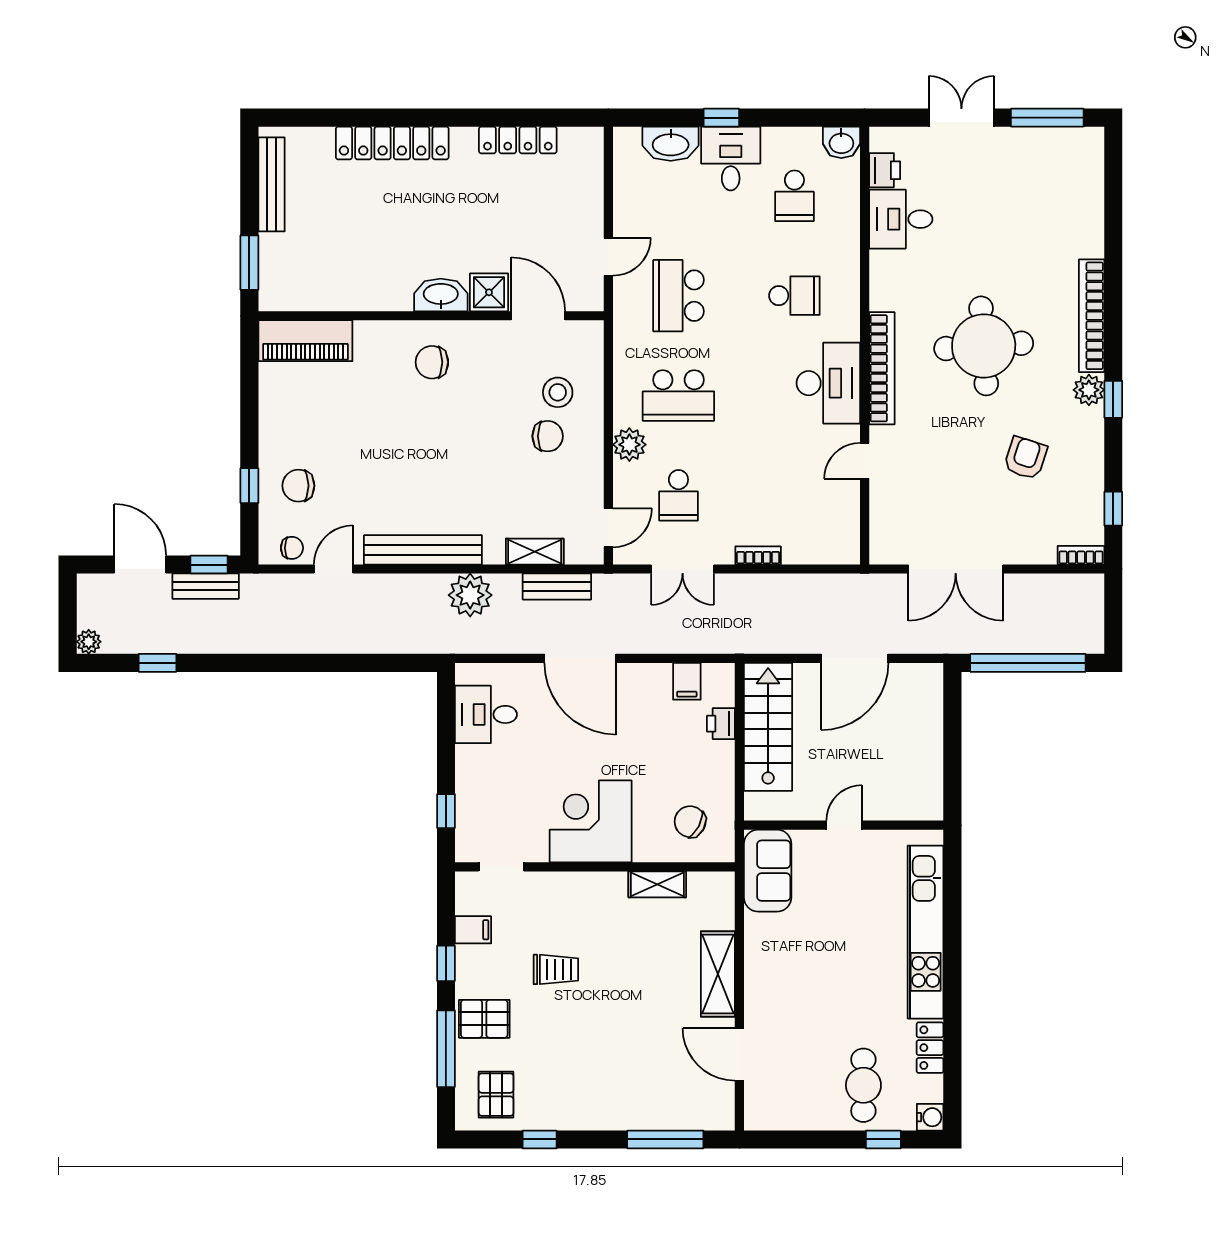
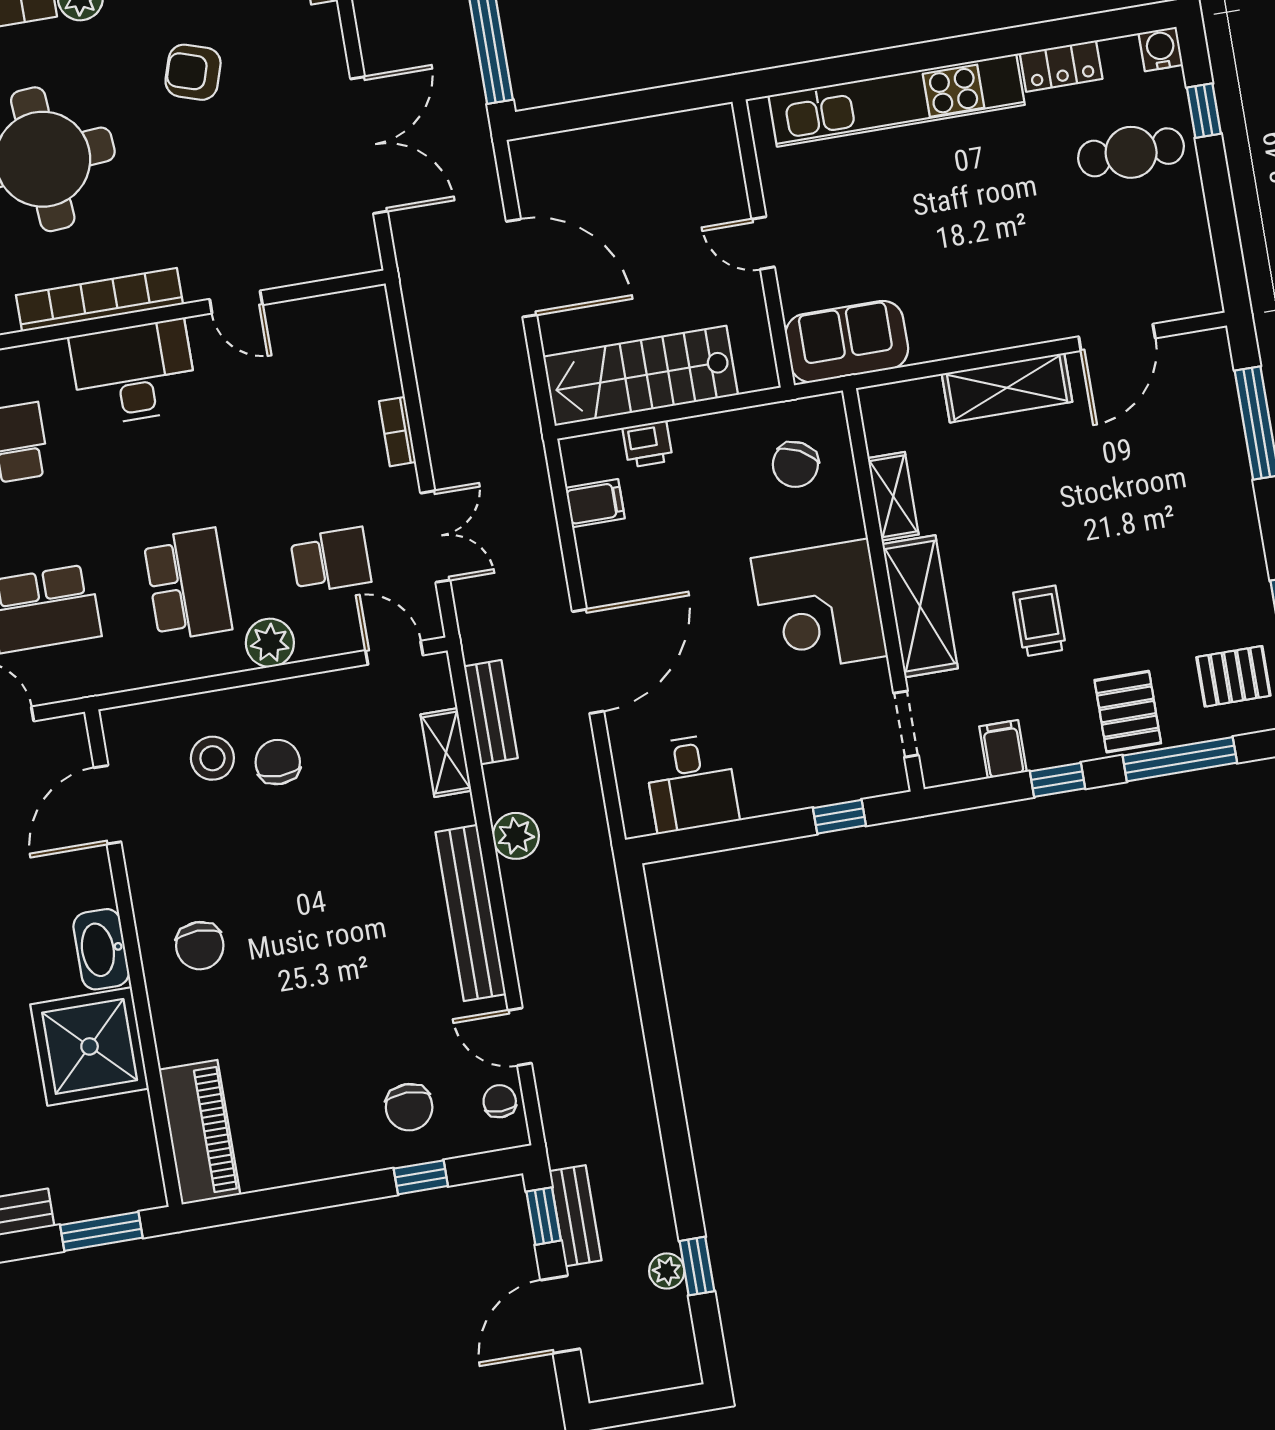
shower: (489, 292) -> (90, 1046), moved, width x1.86, depth x1.86
plant: (470, 595) -> (516, 836), width x0.73, depth x0.73
plant: (89, 642) -> (667, 1271), moved
shelving: (580, 890) -> (920, 606), added

